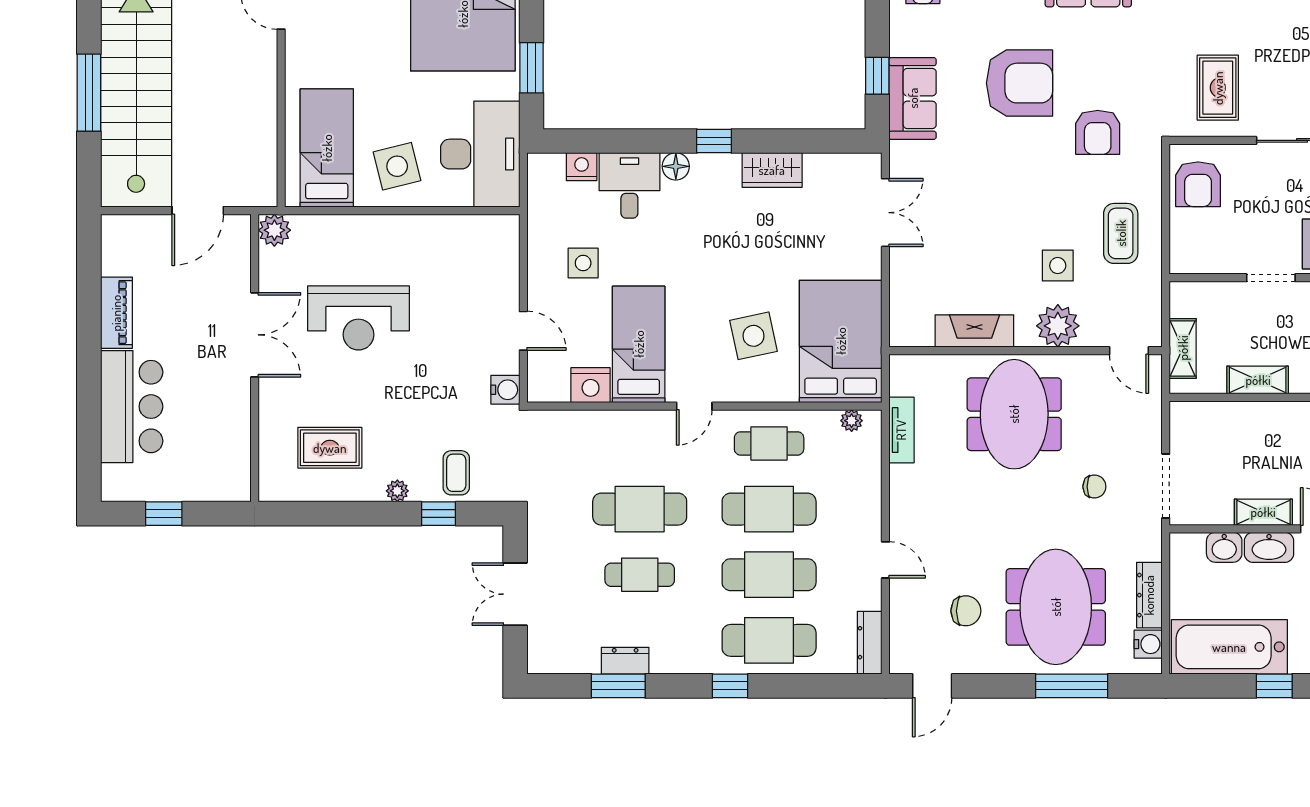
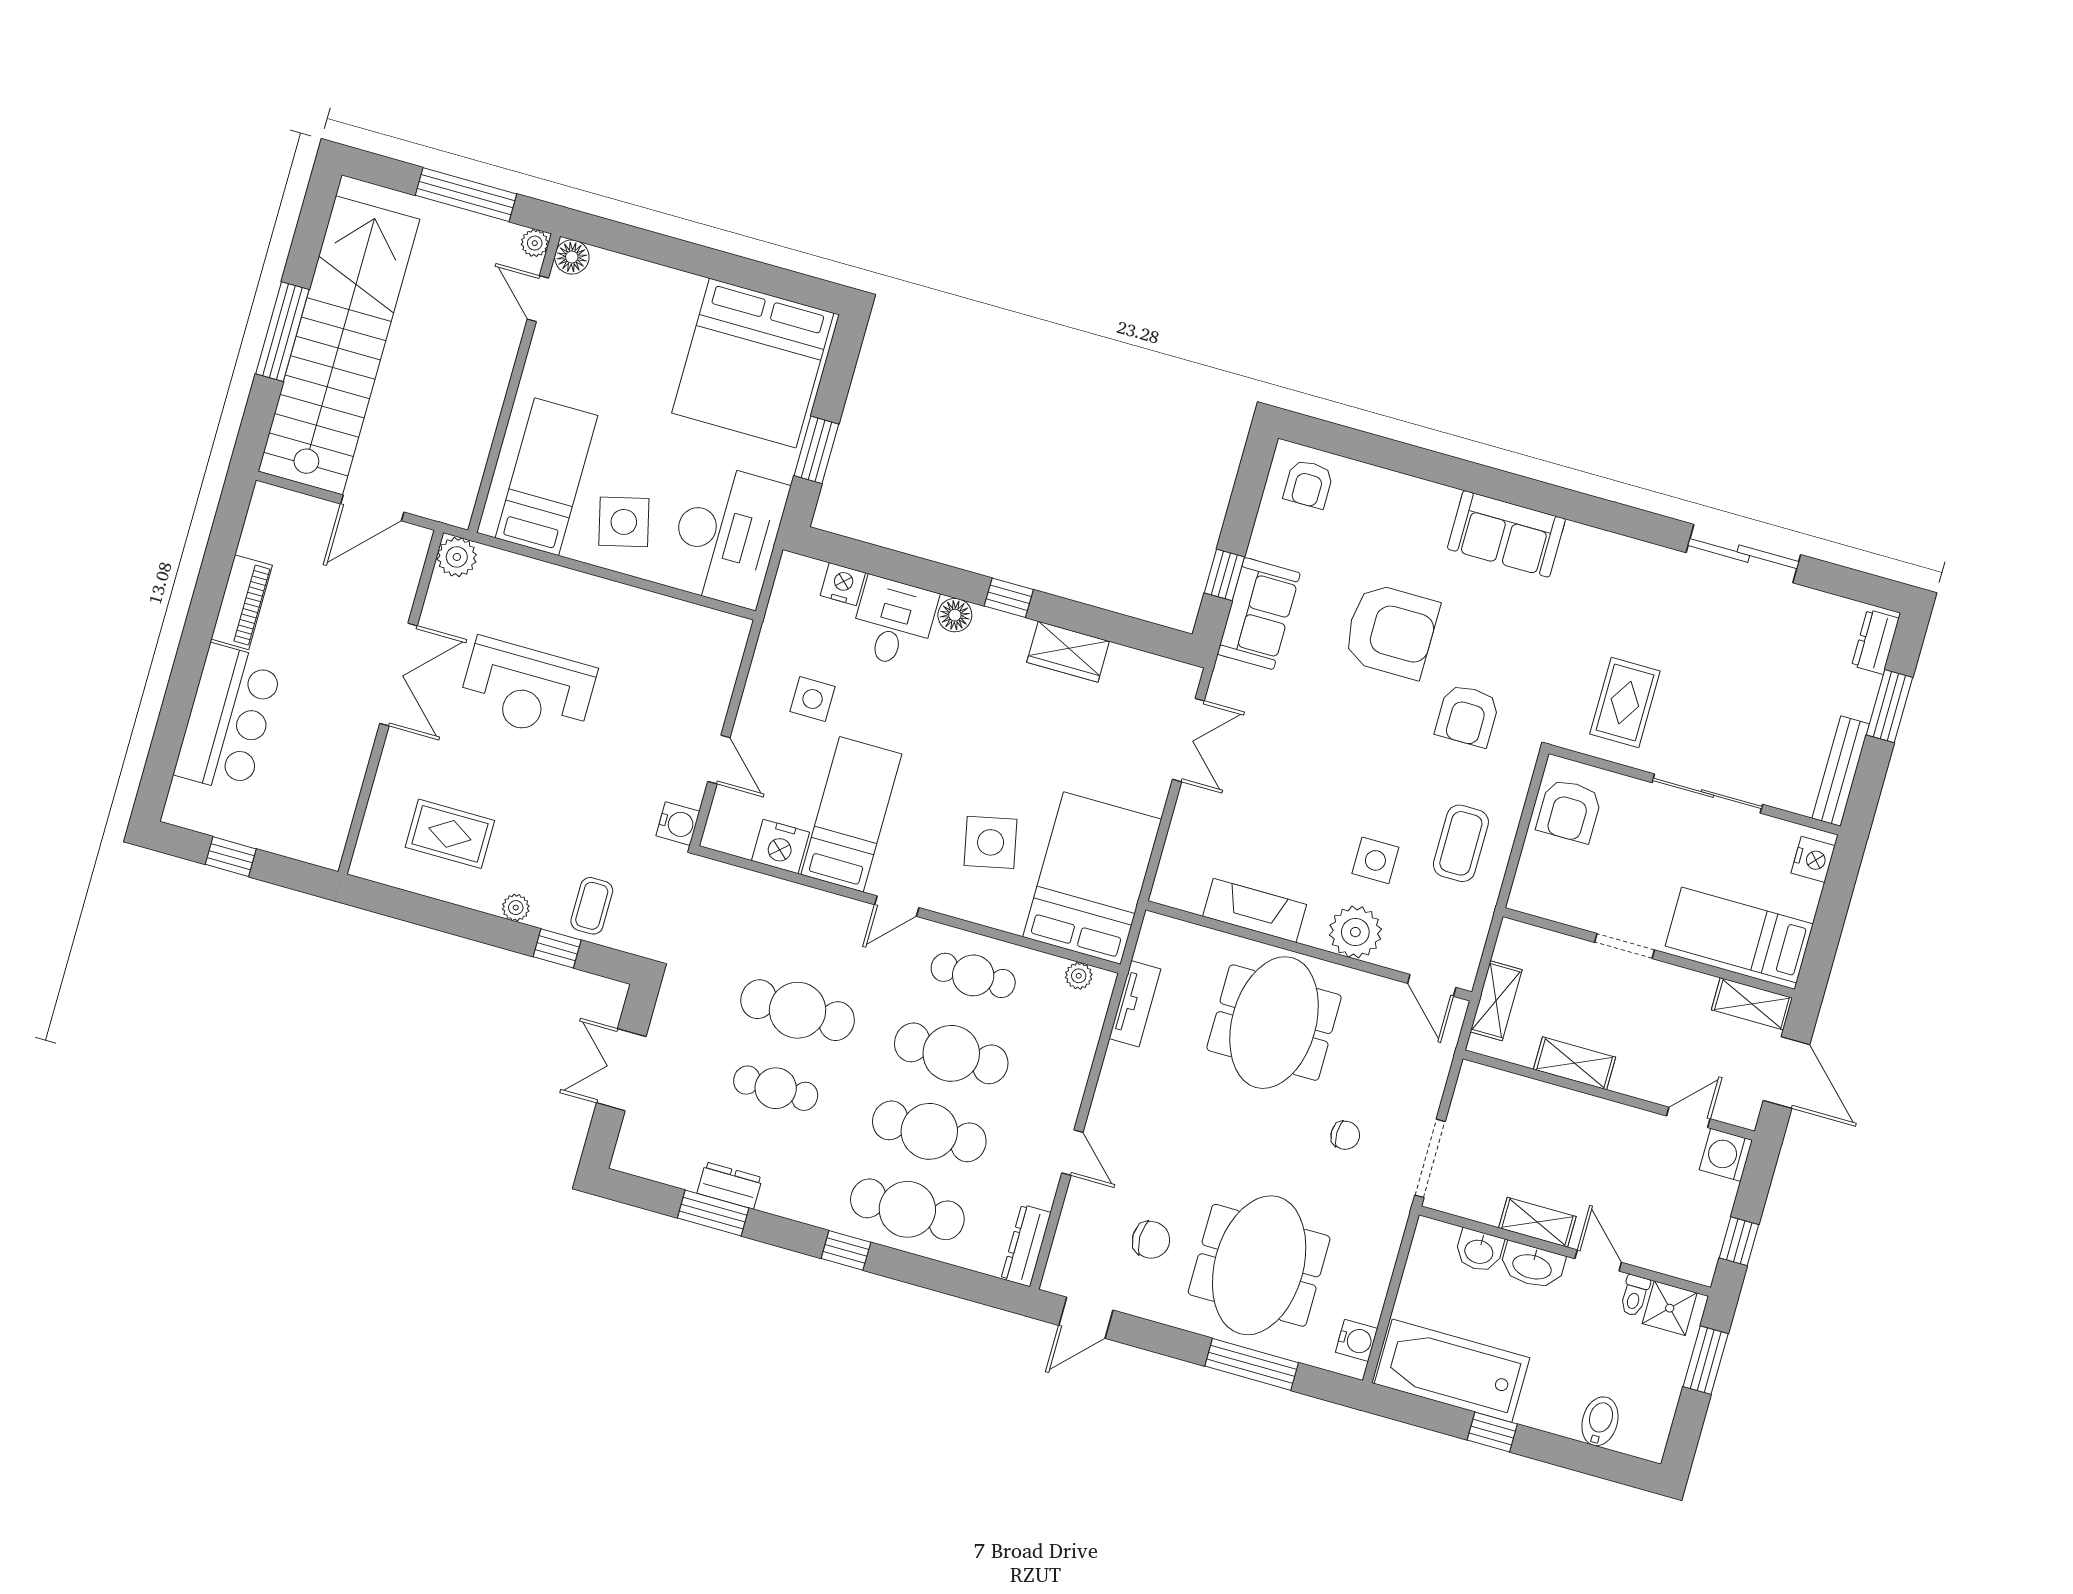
dresser: (1149, 595) -> (1374, 1283), removed

